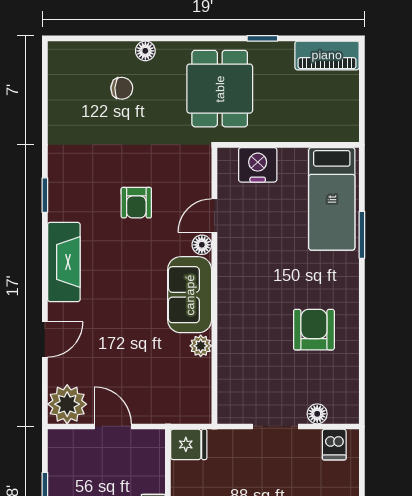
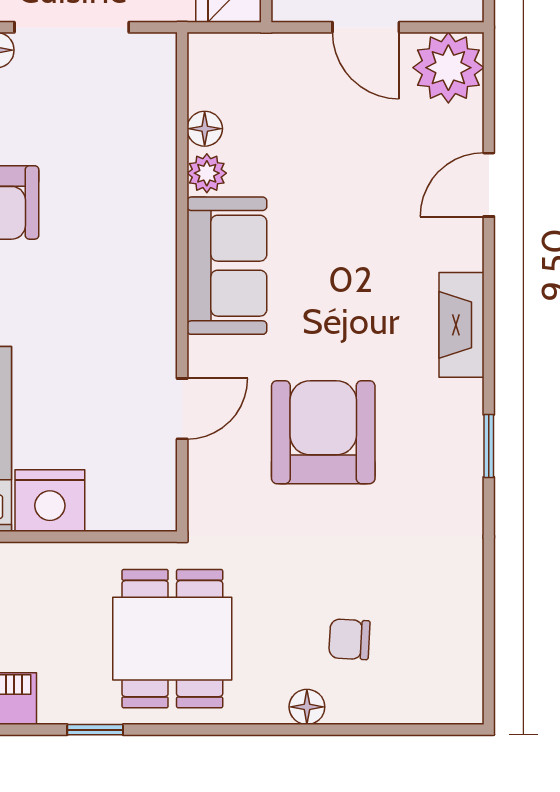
nightstand: (258, 165) -> (50, 501), moved
armchair: (136, 203) -> (323, 432), width x1.88, depth x1.88
floor lamp: (202, 245) -> (205, 129), moved
fireplace: (64, 262) -> (461, 325), width x0.73, depth x0.76
doorway: (275, 426) -> (72, 27), width x1.38

